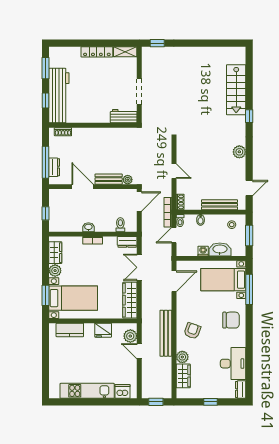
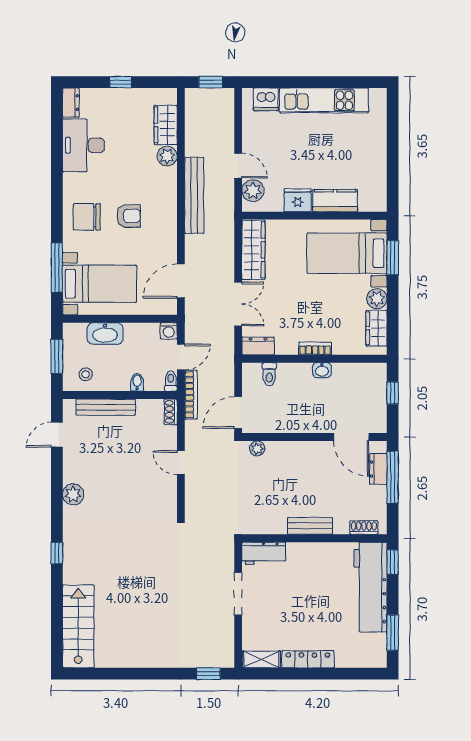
stairs: (236, 90) -> (78, 626), moved
window: (45, 101) -> (393, 562), moved
bench: (109, 179) -> (310, 526), moved
door: (83, 187) -> (351, 437), moved
washing machine: (203, 251) -> (169, 331), moved
kitchen counter: (70, 330) -> (335, 201), moved
armchair: (192, 331) -> (129, 216), moved, turned -109

